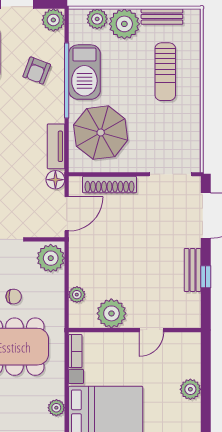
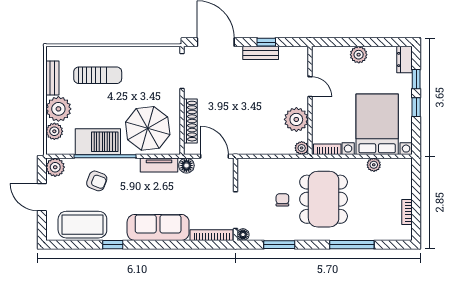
plant: (51, 258) -> (251, 169), removed
plant: (77, 295) -> (302, 148), moved

